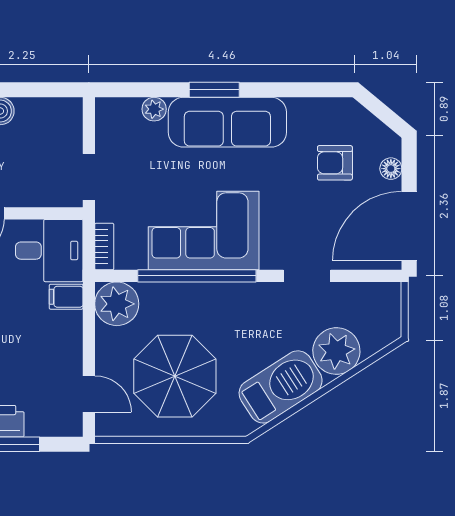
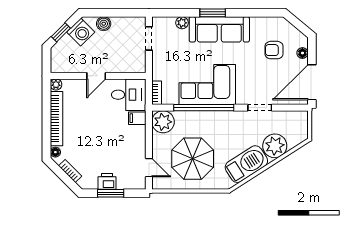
doorway: (89, 177) -> (149, 38), moved

